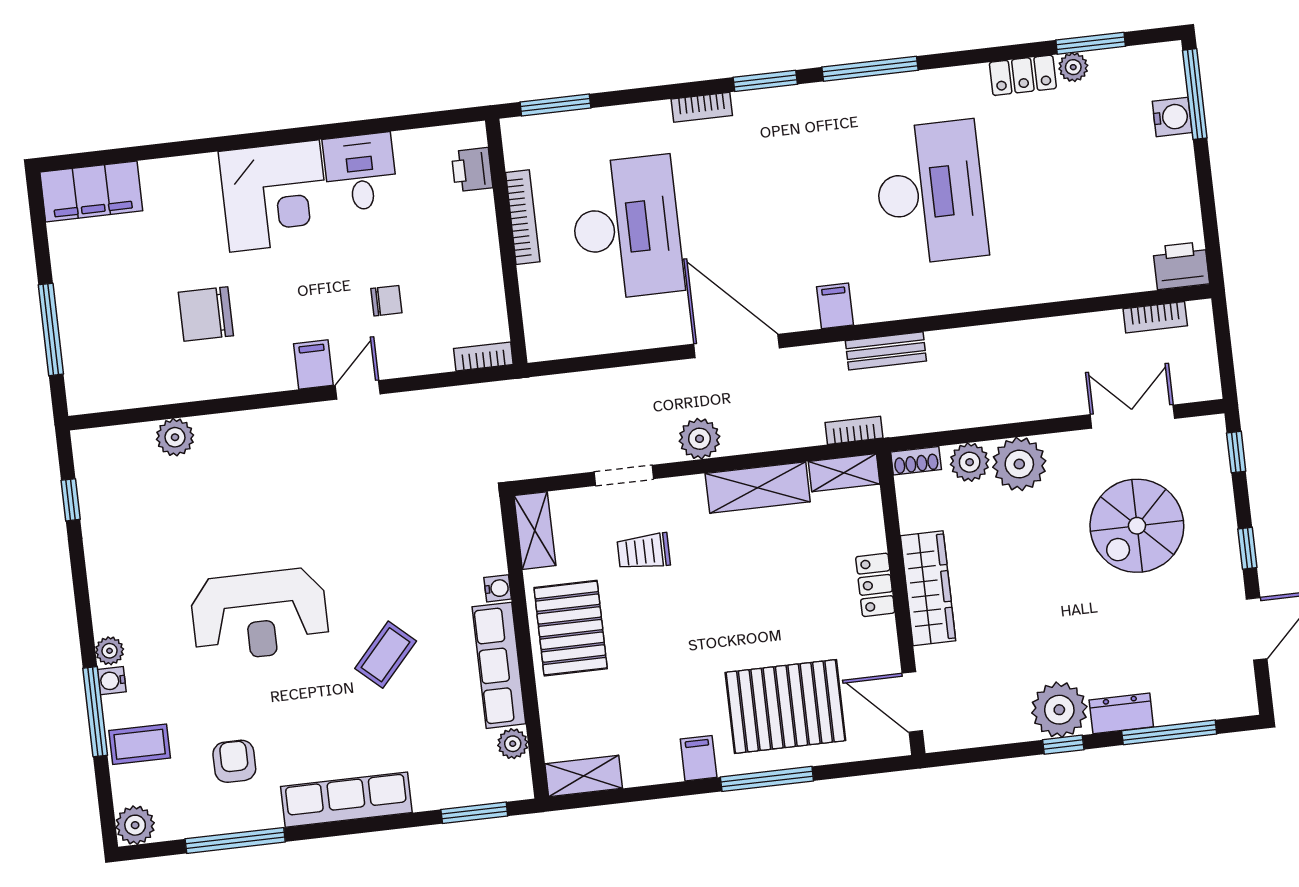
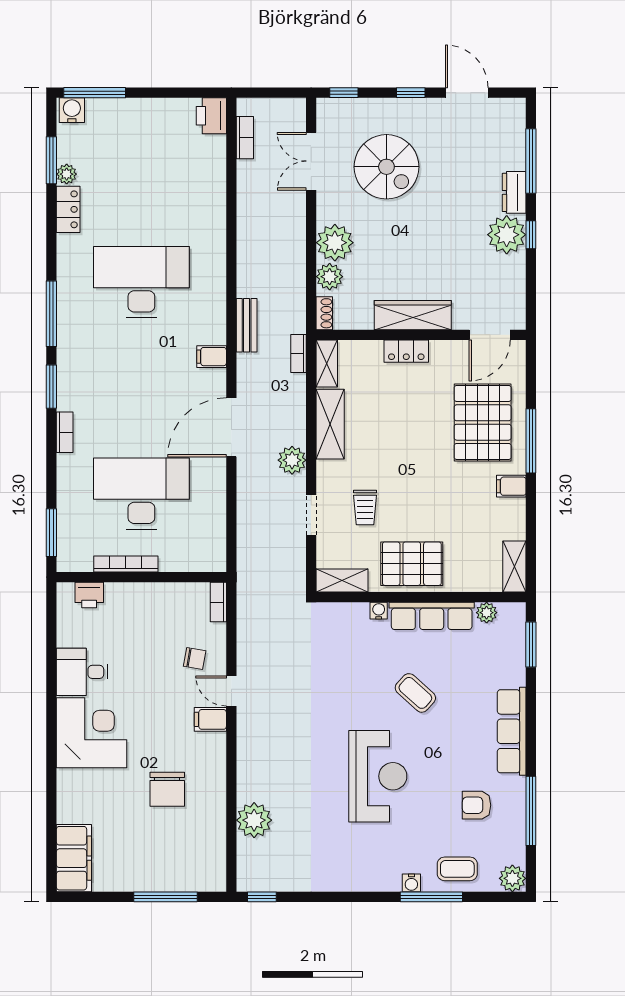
water cooler: (1172, 117) -> (72, 110), moved
chair: (386, 301) -> (195, 659), moved, turned 100
plant: (175, 437) -> (254, 820), width x1.36, depth x1.36
window: (71, 500) -> (262, 897), moved
plant: (110, 651) -> (391, 882), removed
coffee table: (140, 744) -> (457, 869), turned 90

